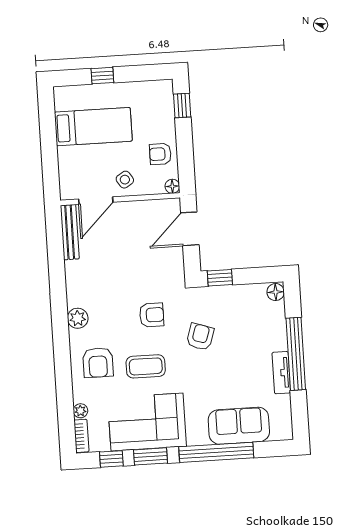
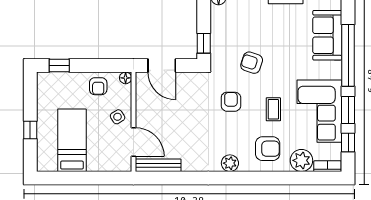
coffee table: (146, 366) -> (273, 109), width x0.73, depth x0.77
plant: (80, 411) -> (301, 160), width x1.87, depth x1.87

